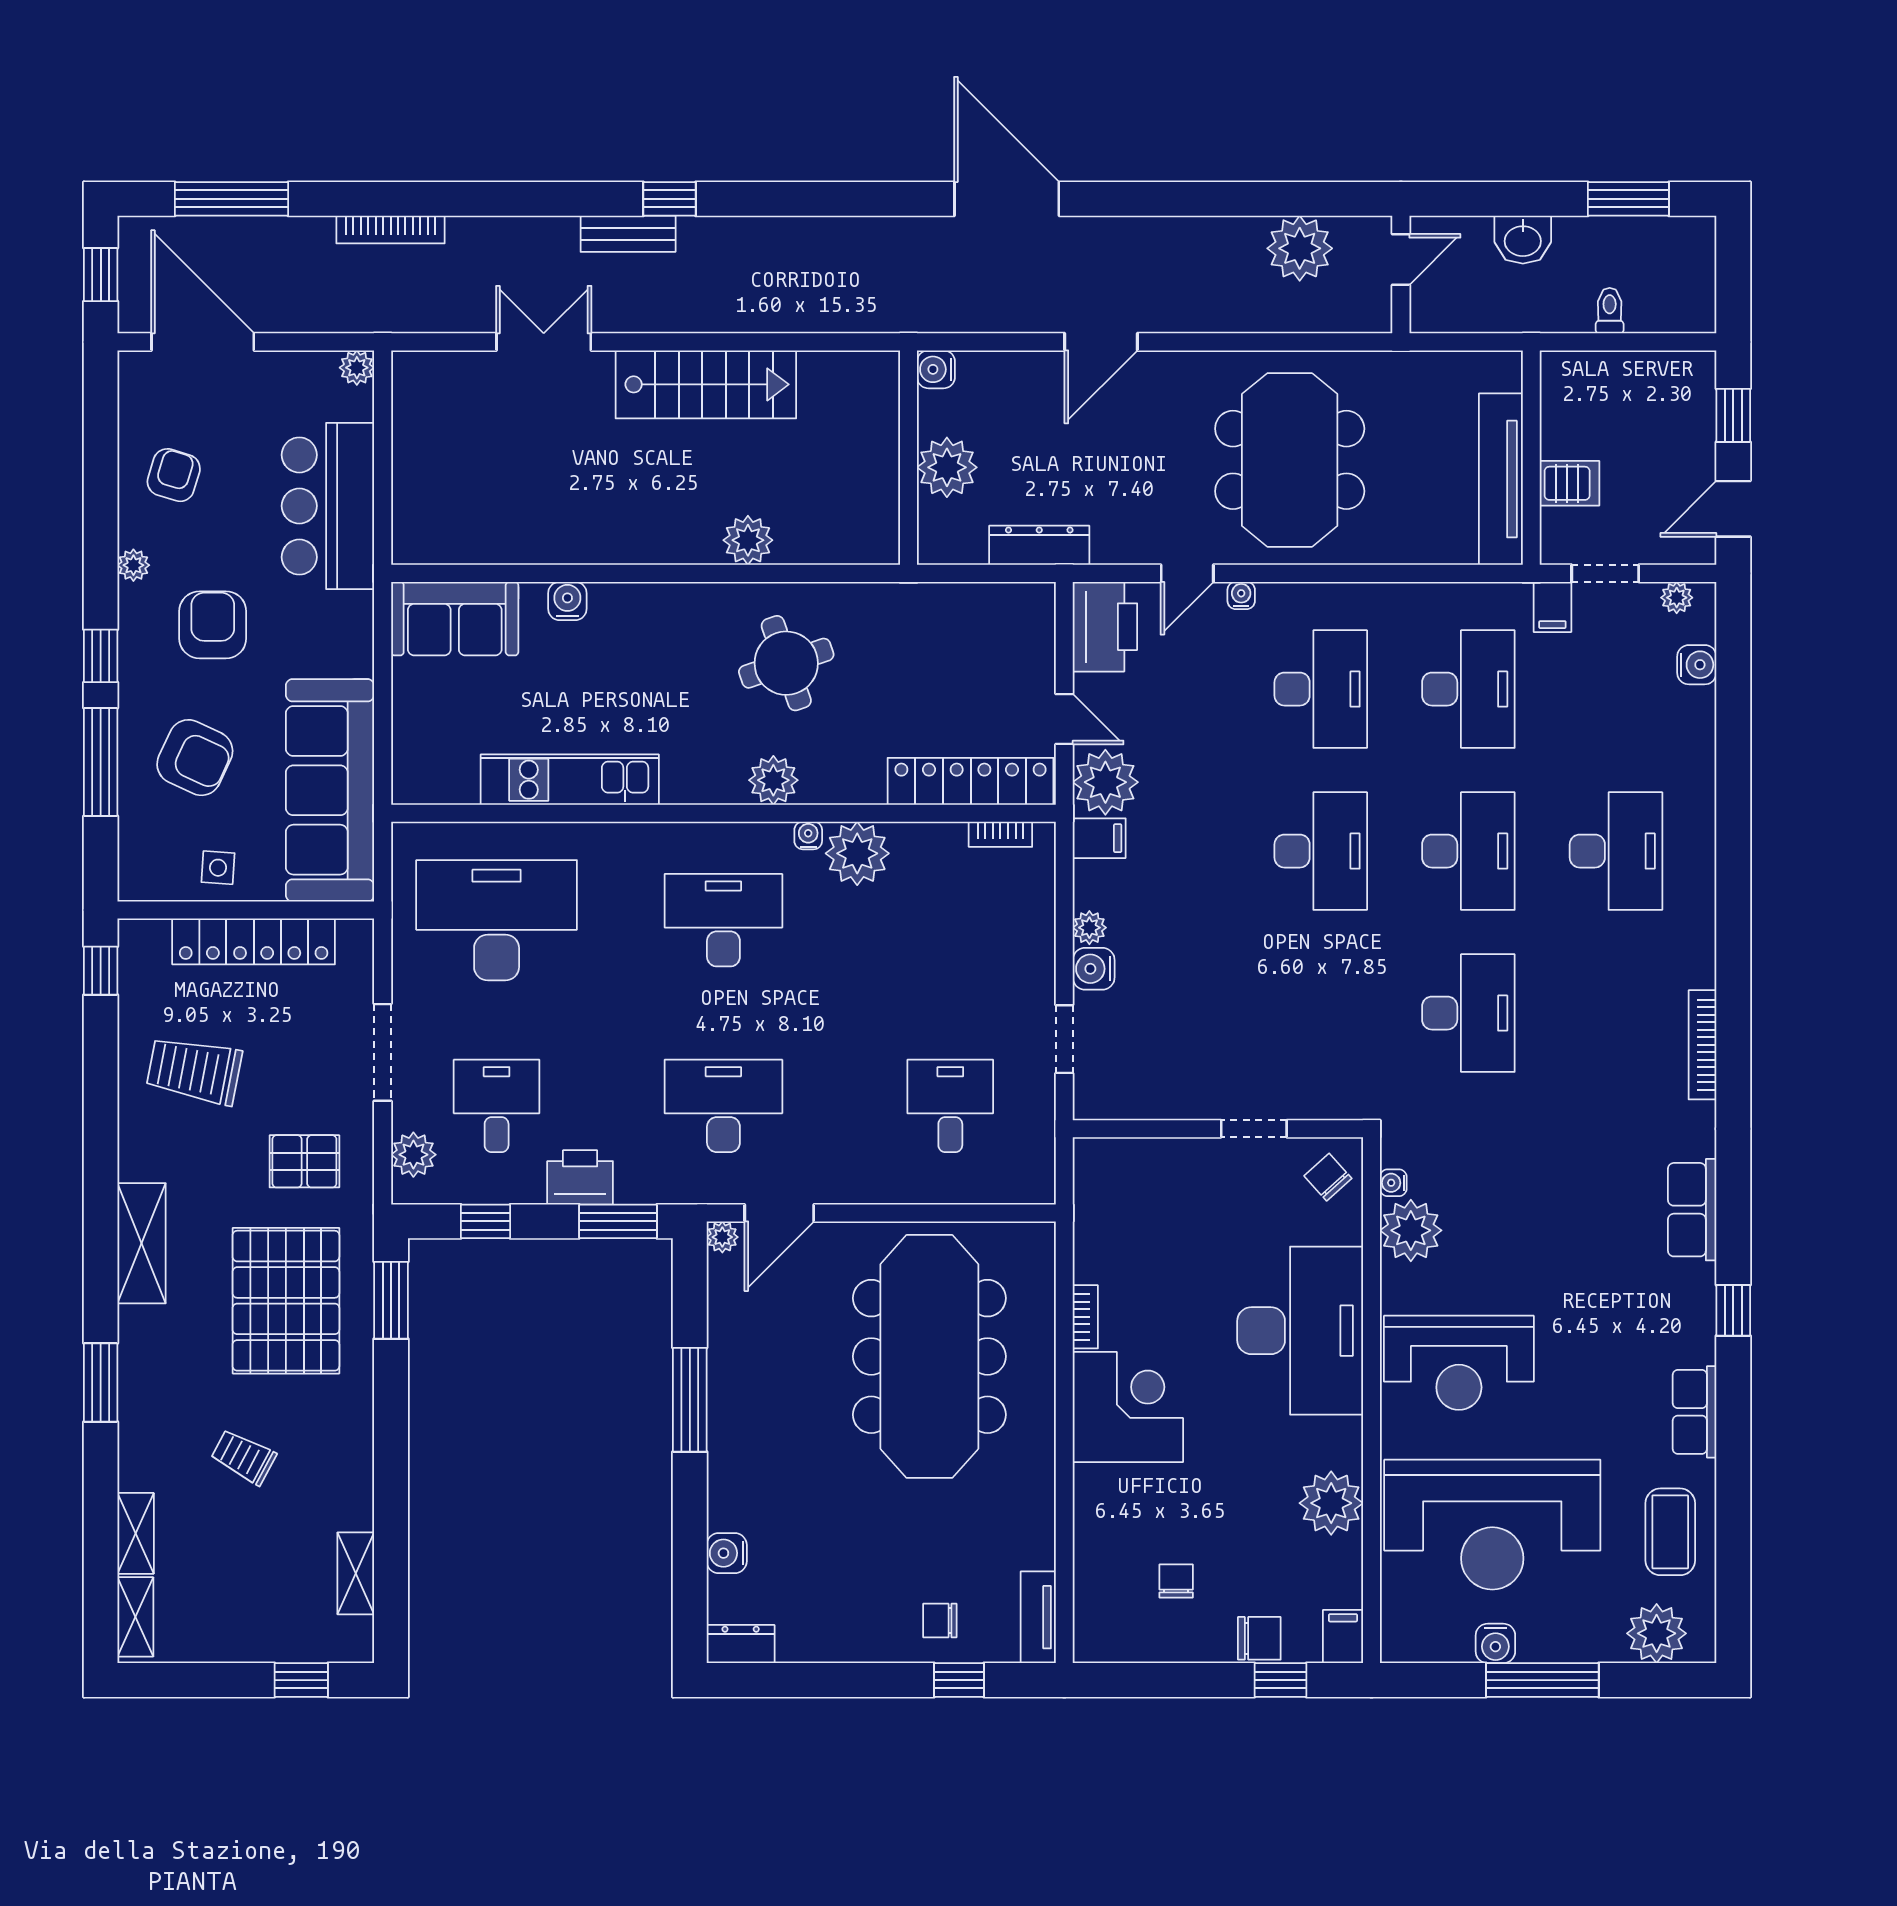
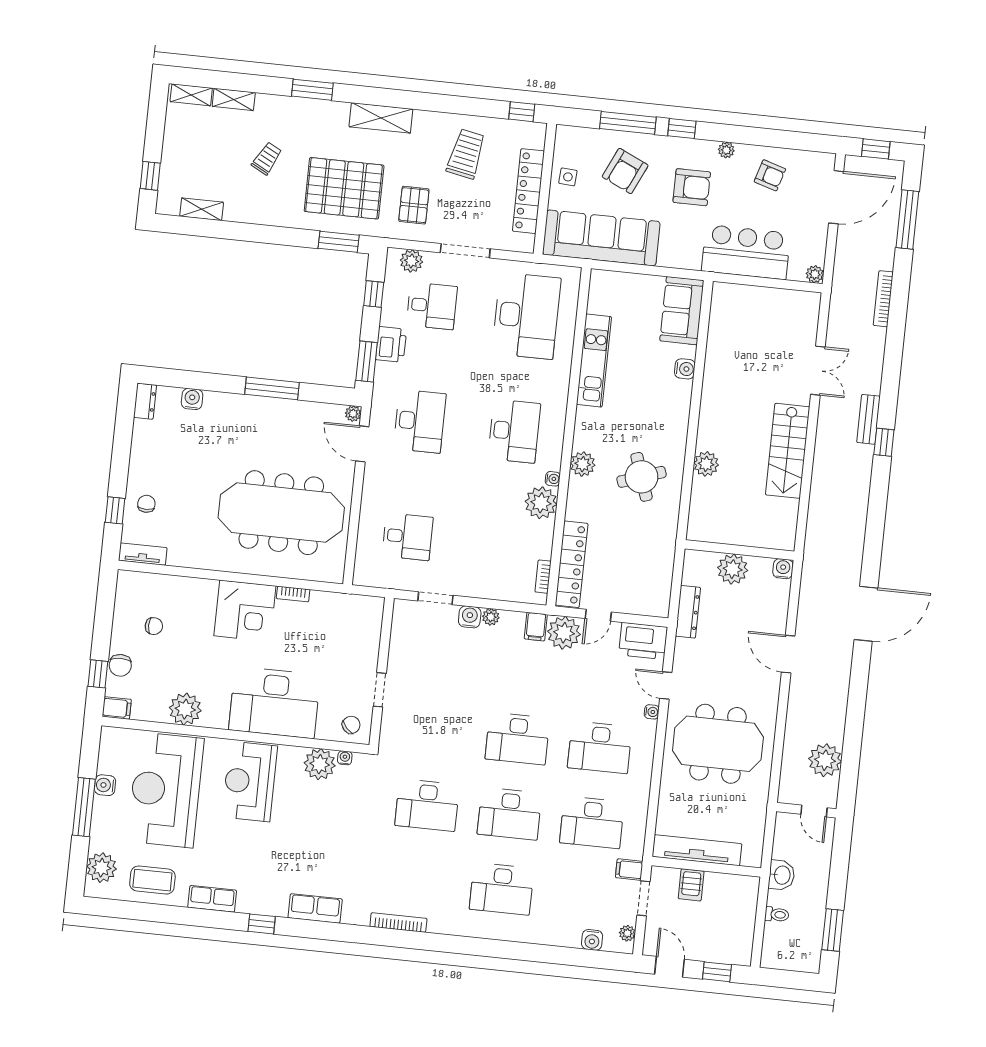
washbasin: (1523, 240) -> (782, 875), moved, turned 180

